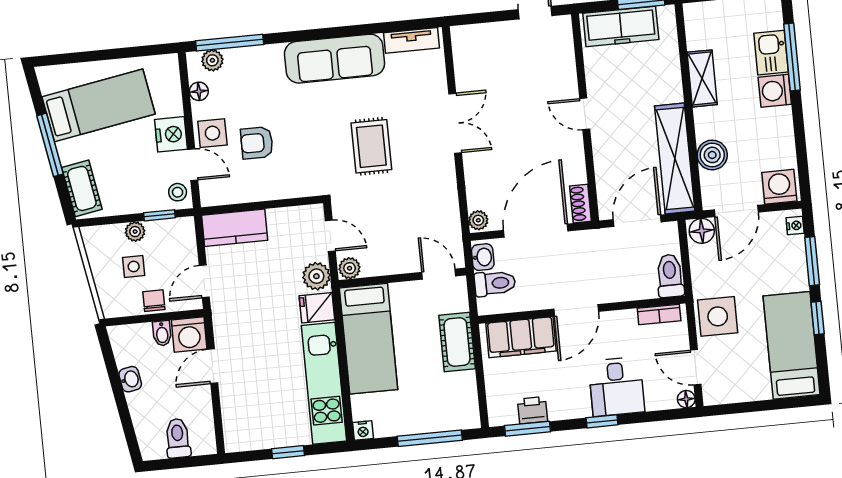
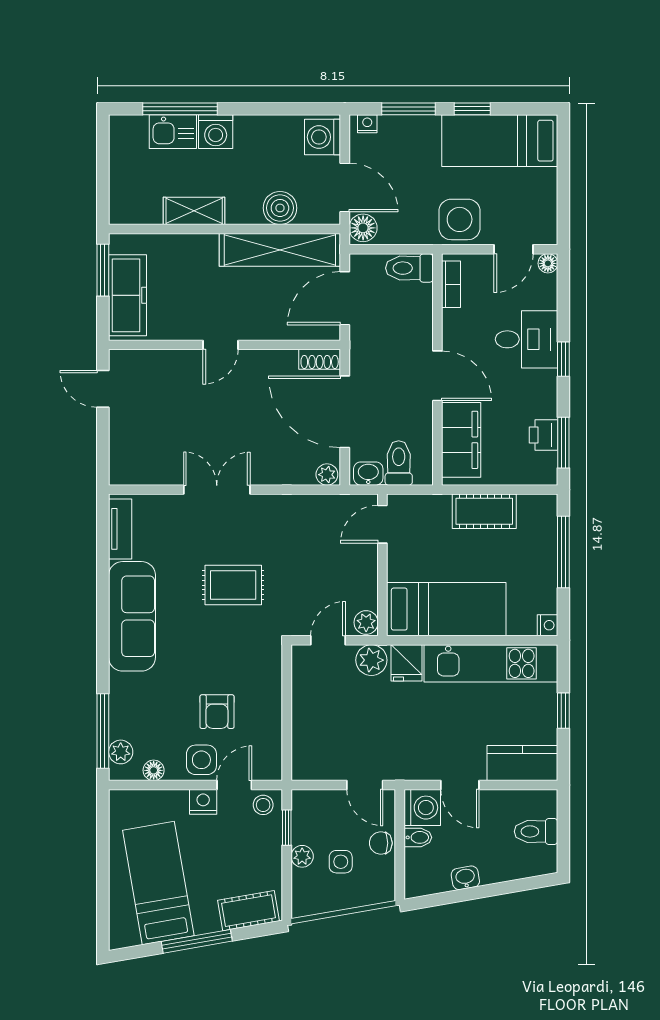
nightstand: (171, 134) -> (203, 802), width x0.74, depth x0.75
door: (637, 221) -> (345, 298), hinge flipped
kitchen counter: (235, 228) -> (522, 763), moved, turned -90
cot: (457, 342) -> (484, 511), moved

